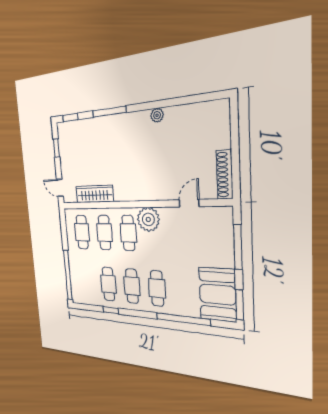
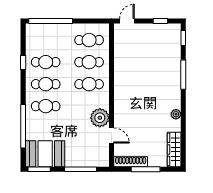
window: (235, 152) -> (146, 169), added
wardrobe: (94, 194) -> (174, 149), moved, turned 180
plant: (148, 219) -> (100, 118), moved

